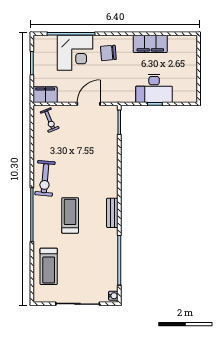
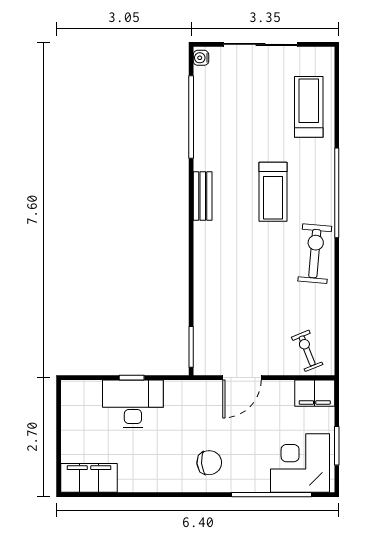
filing cabinet: (150, 44) -> (89, 478), moved
corner desk: (75, 53) -> (300, 463), moved

